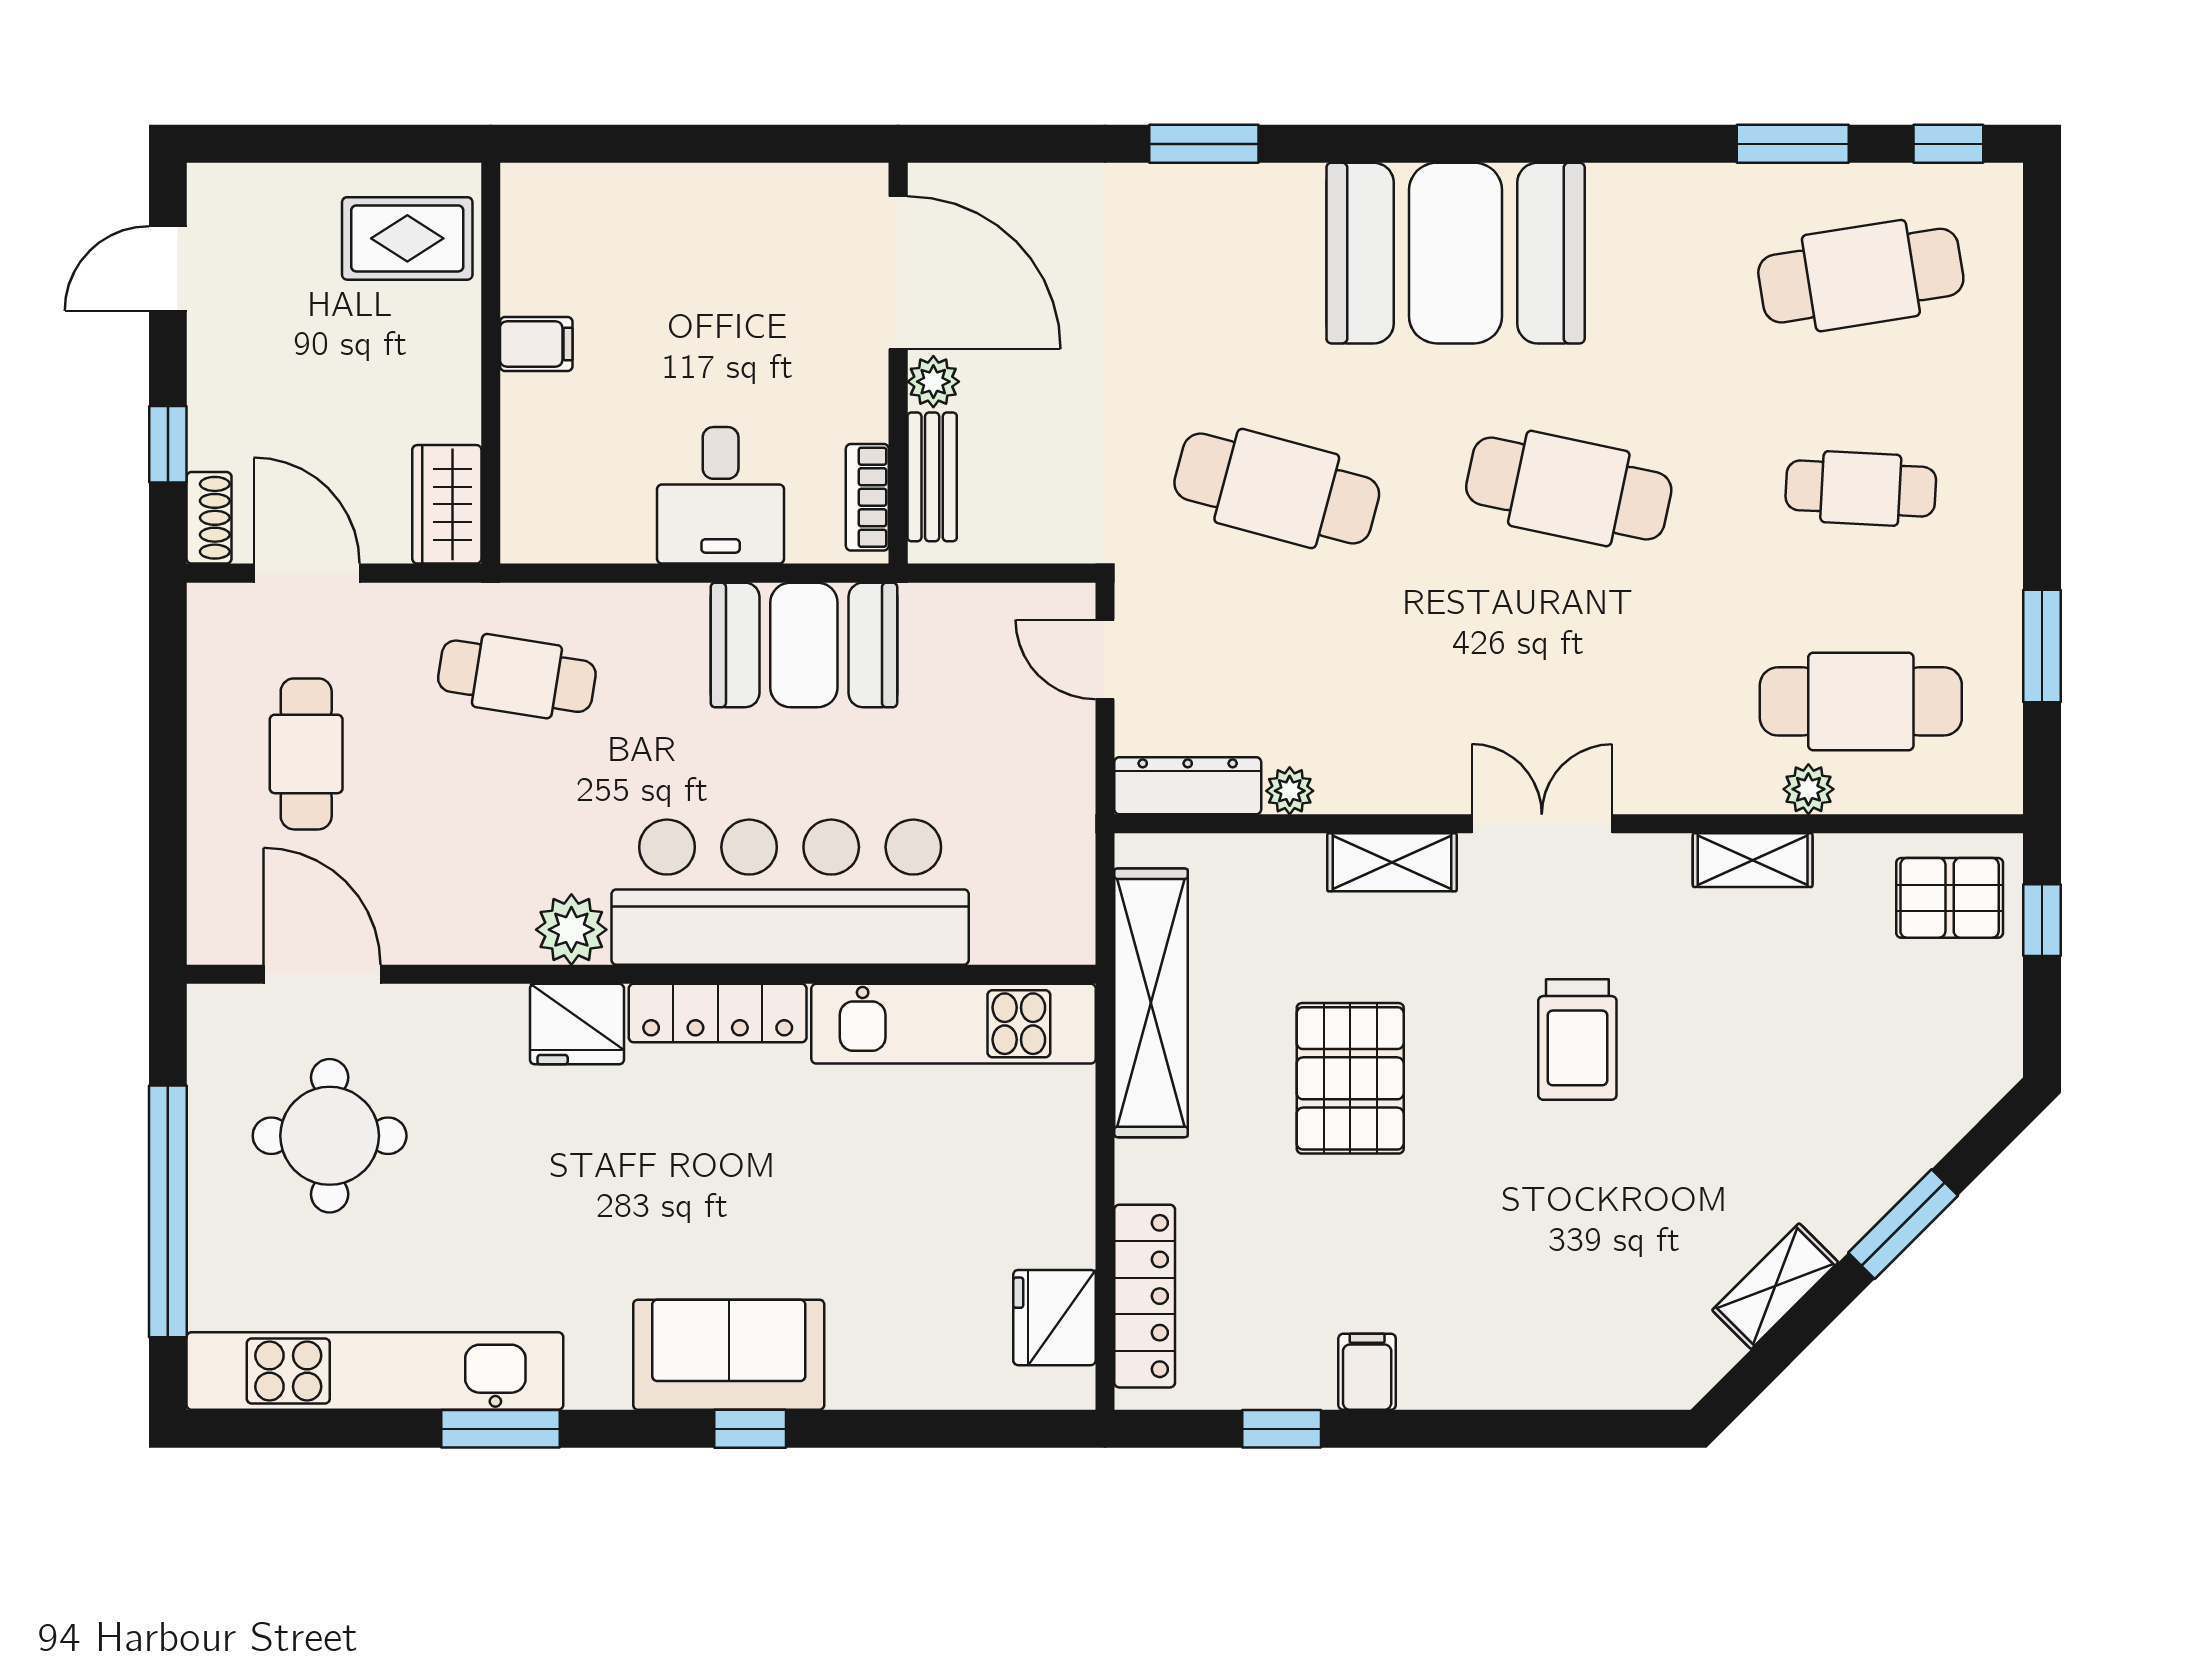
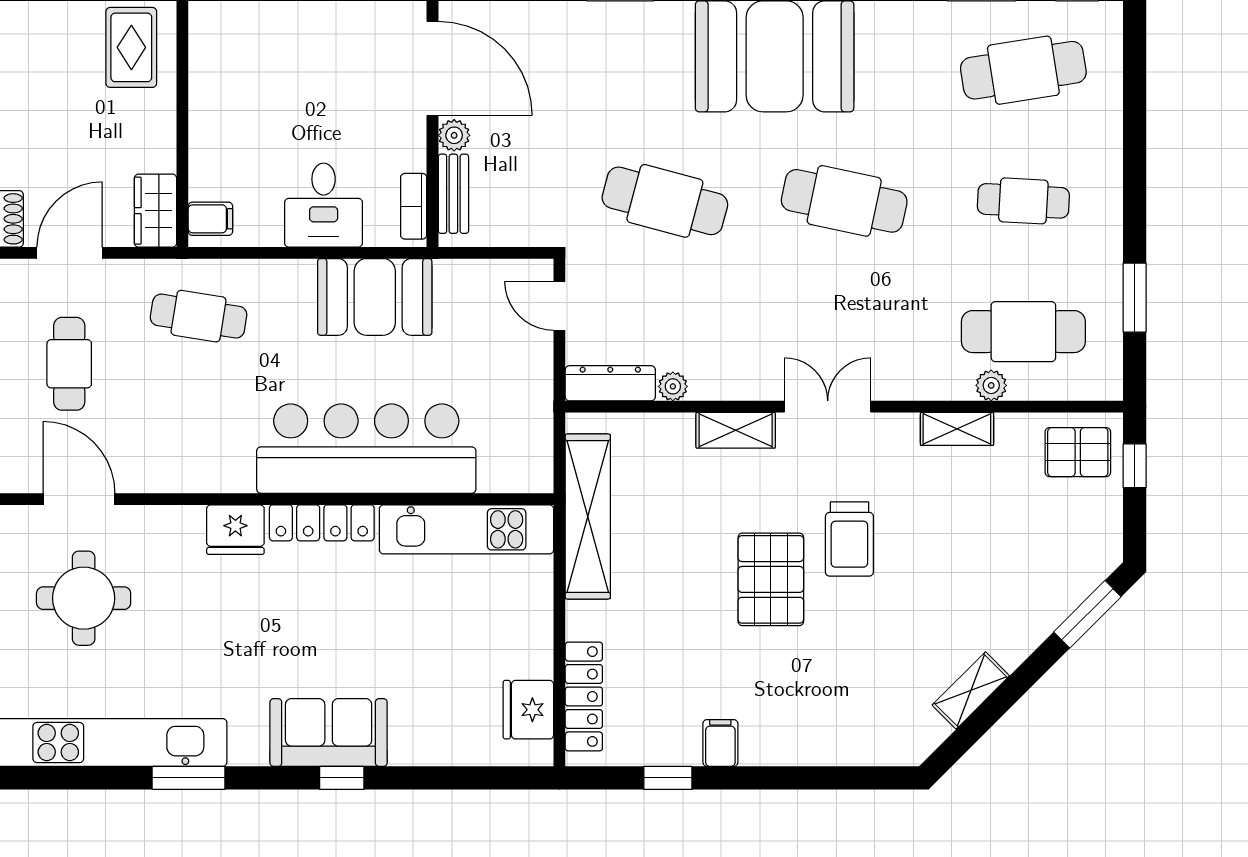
rug: (407, 238) -> (131, 47), turned 90
filing cabinet: (536, 344) -> (210, 219), moved
door: (307, 573) -> (70, 253), hinge flipped
plant: (571, 930) -> (232, 472), removed
pallet: (1350, 1078) -> (771, 579), moved
window: (1903, 1224) -> (1087, 614), moved

